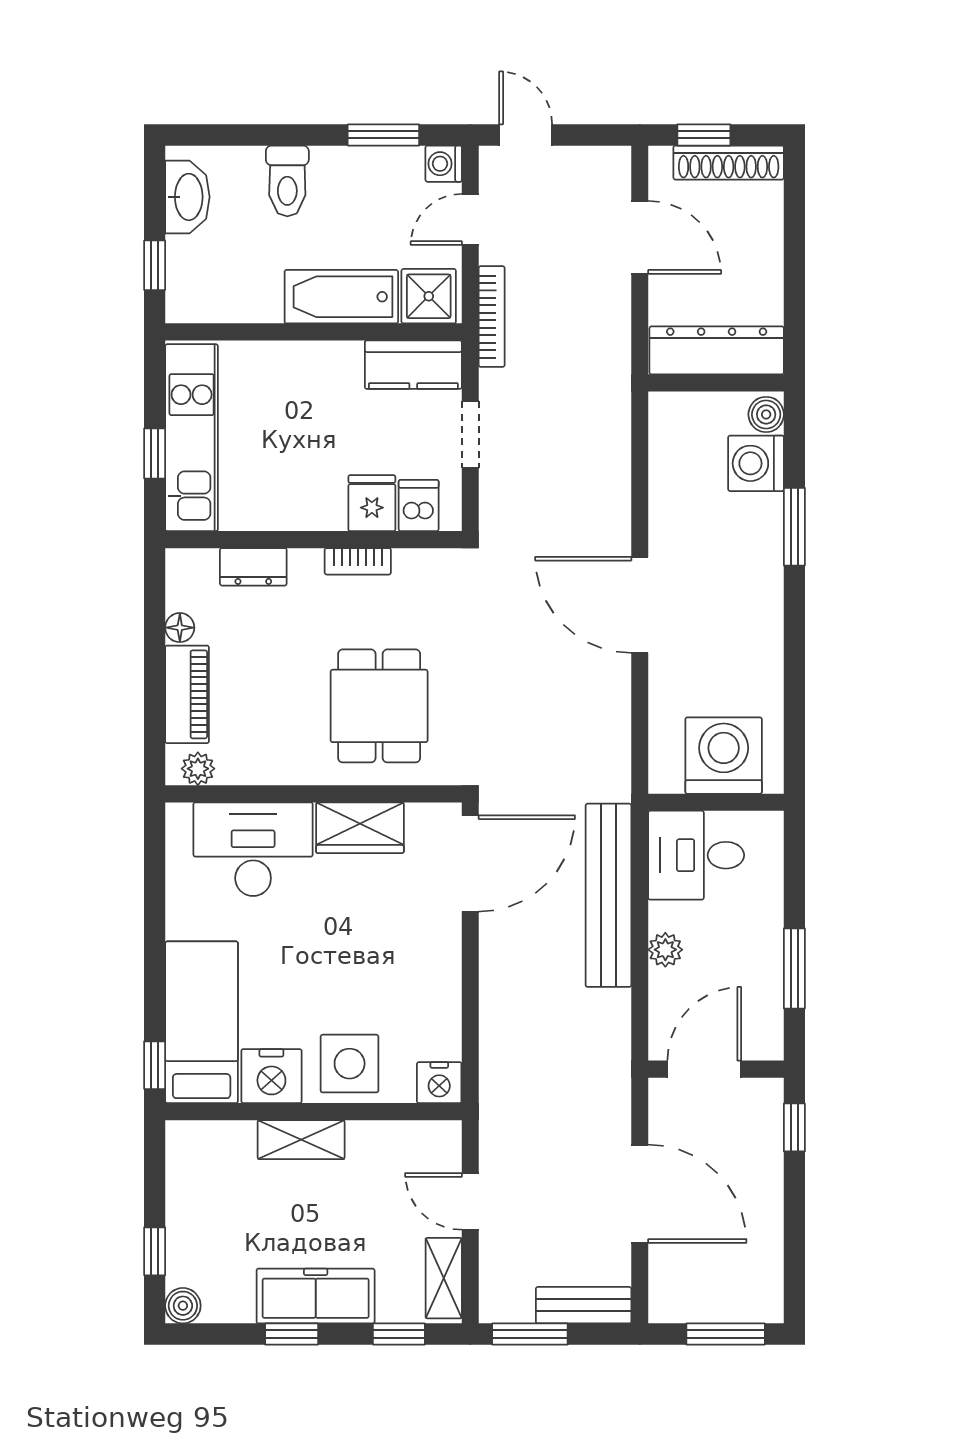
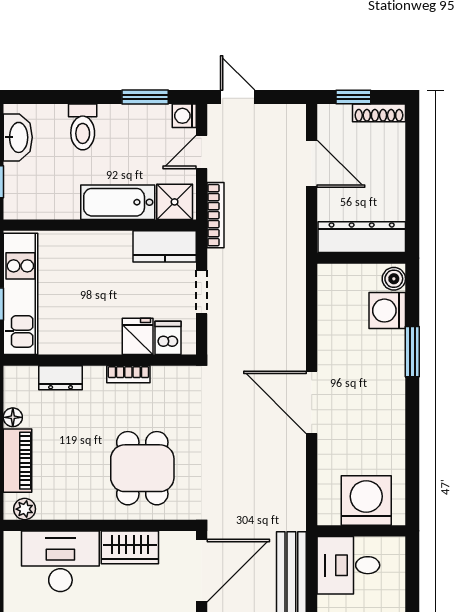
shoe rack: (729, 163) -> (379, 113), width x0.74, depth x0.81

